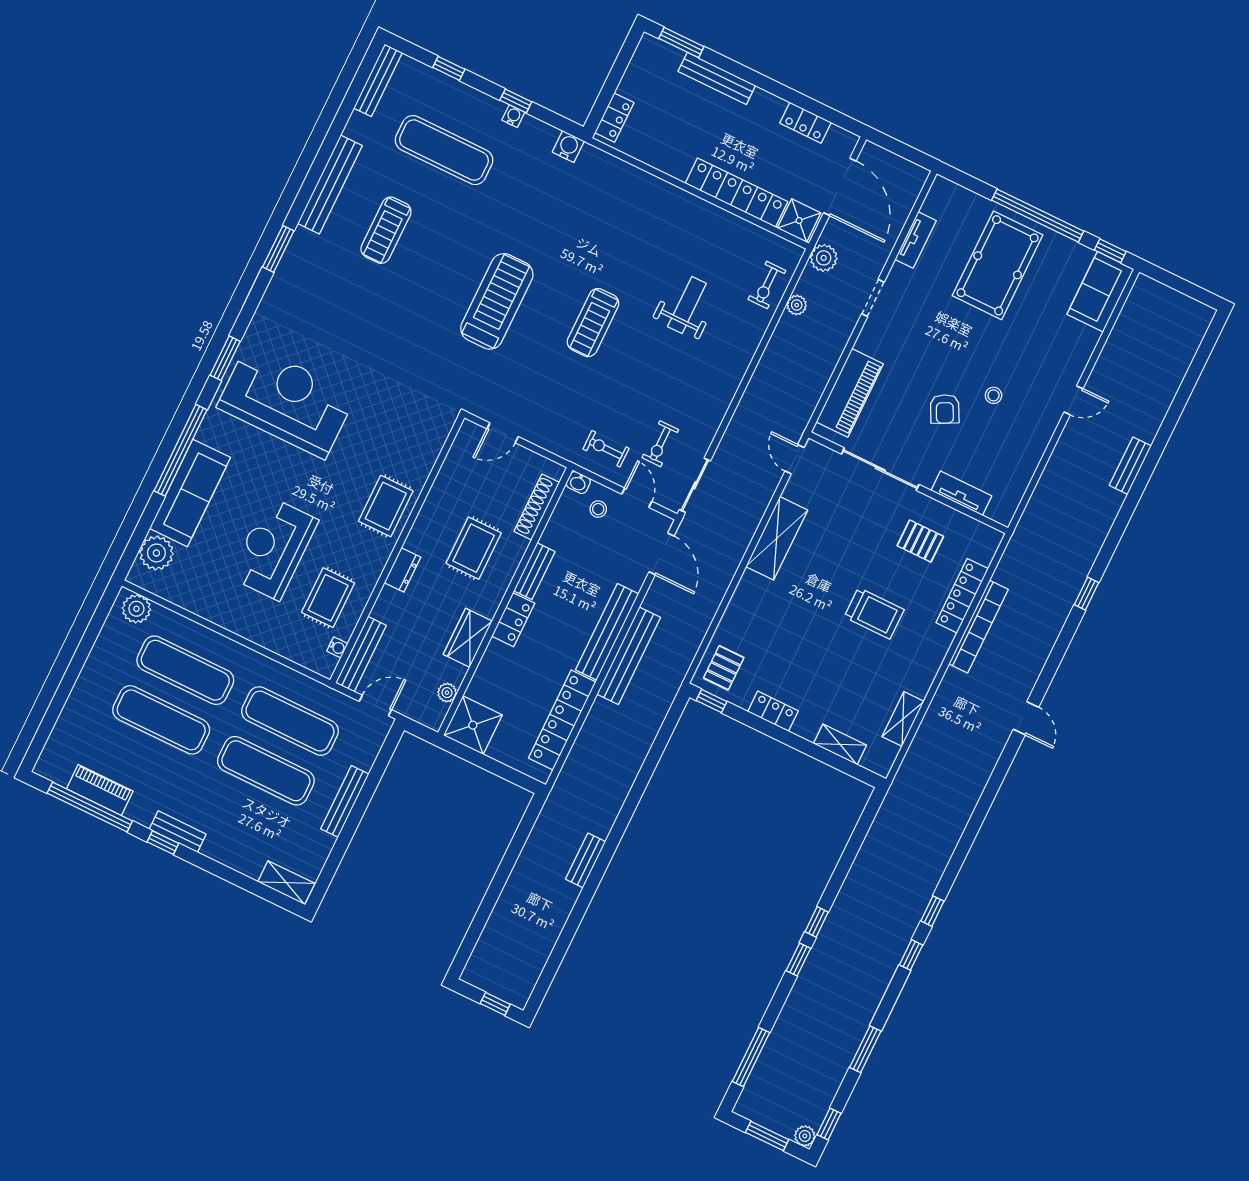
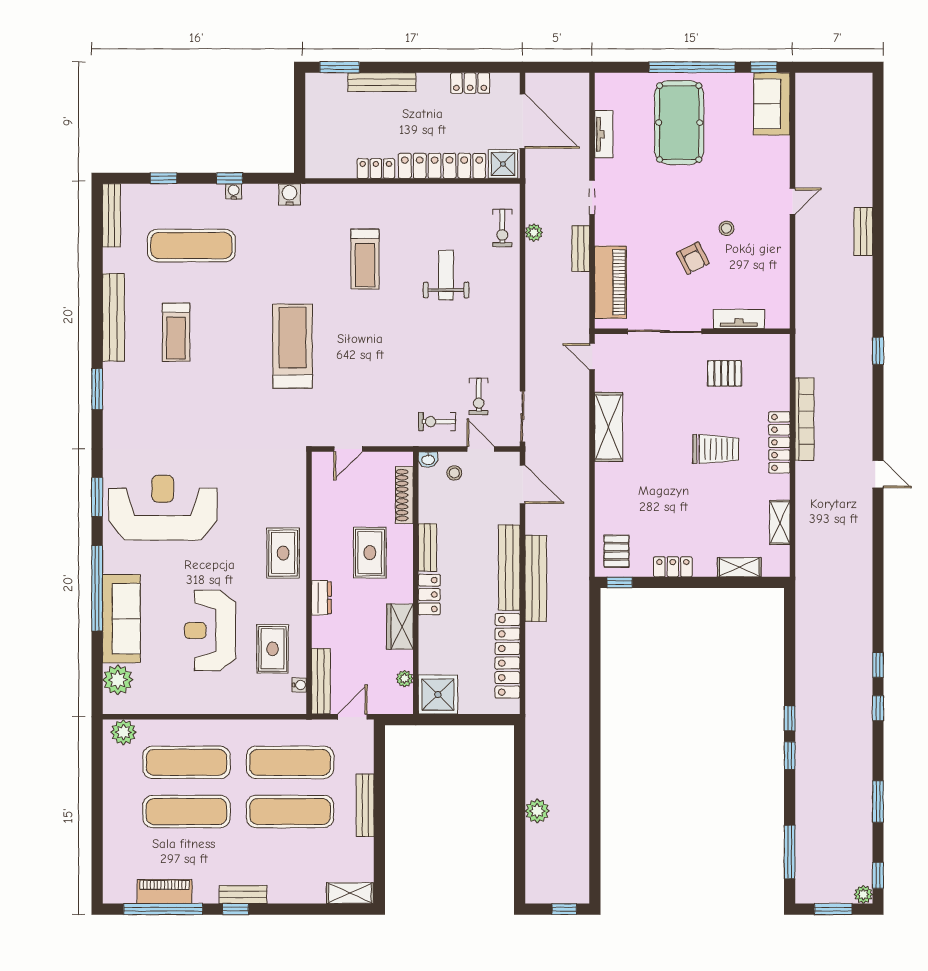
locker: (614, 118) -> (376, 169), moved, turned -90
plant: (824, 258) -> (537, 811), moved
treadmill: (593, 323) -> (365, 259), moved
locker: (962, 596) -> (779, 442), moved
bench: (586, 860) -> (581, 248), moved

